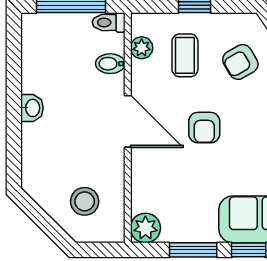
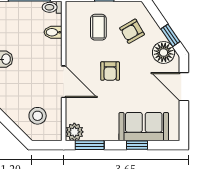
plant: (142, 48) -> (72, 23), removed
door: (128, 121) -> (64, 82), moved
window: (193, 250) -> (90, 145), moved

